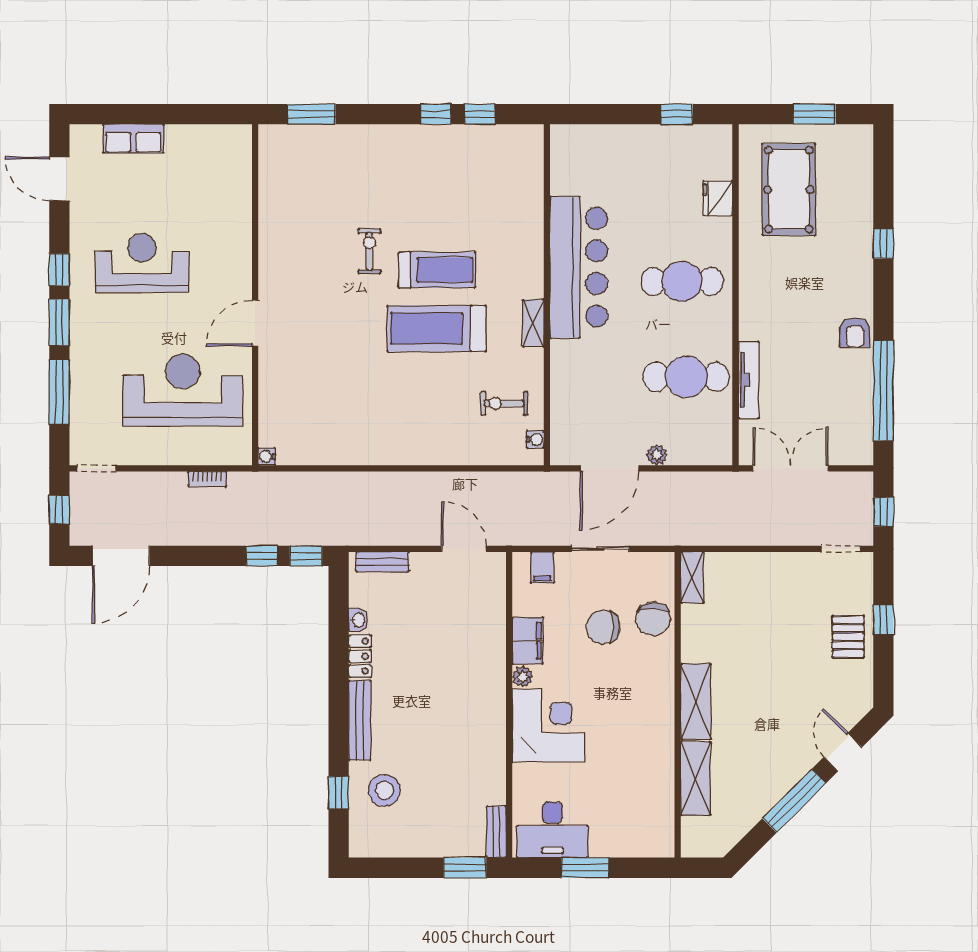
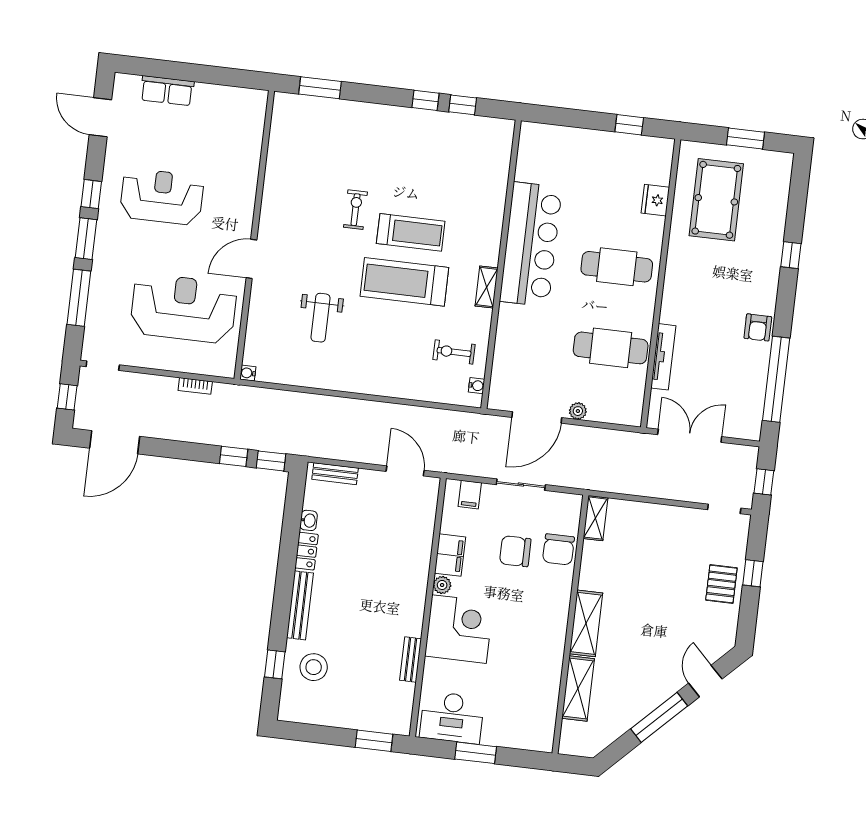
weight bench: (344, 382) -> (320, 318), added
bench: (496, 832) -> (411, 660), moved

